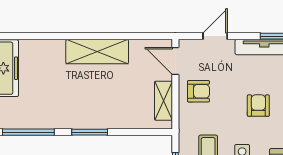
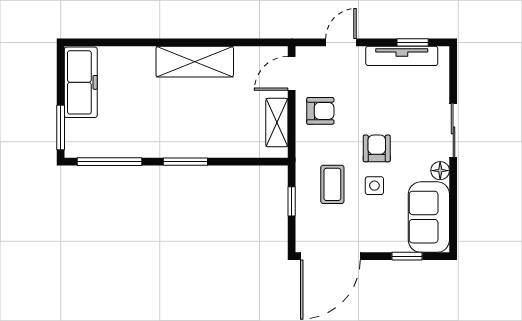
door: (175, 61) -> (292, 73), hinge flipped
armchair: (258, 106) -> (377, 148), moved

